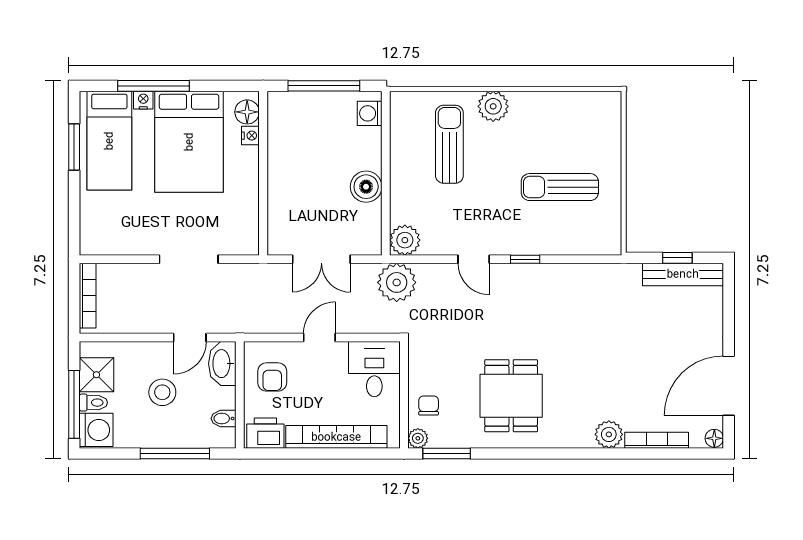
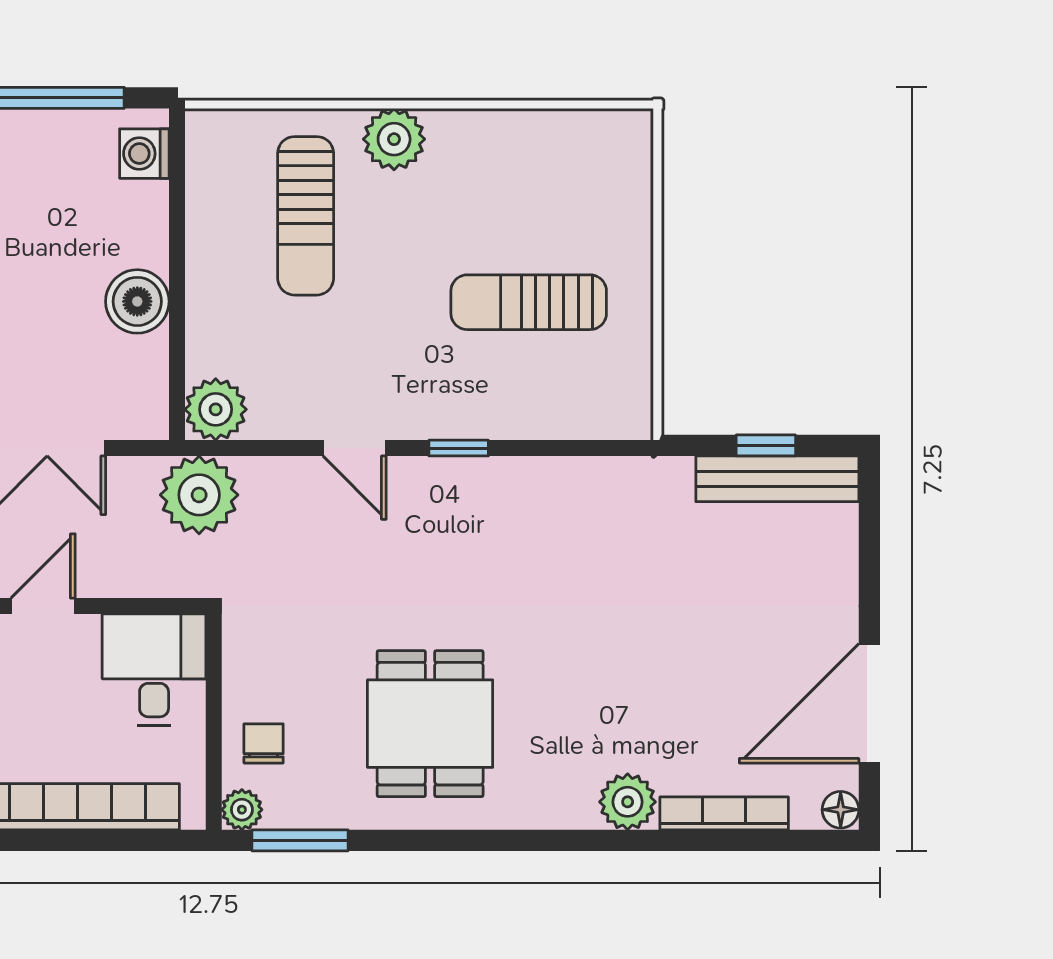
sun lounger: (449, 144) -> (306, 216), turned 180

